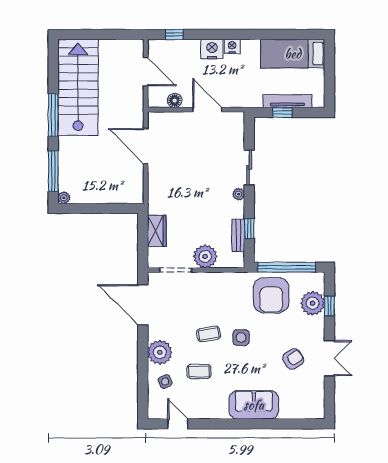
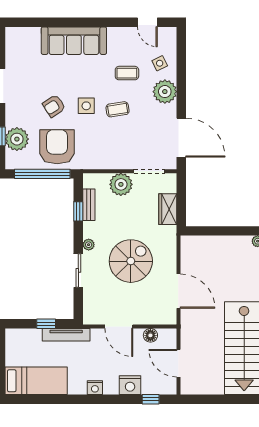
nightstand: (212, 49) -> (130, 385), moved
tv unit: (287, 101) -> (66, 335), moved
spiral stairs: (195, 177) -> (131, 261), added
armchair: (293, 359) -> (54, 106), moved
sofa: (254, 405) -> (74, 41), width x1.36

